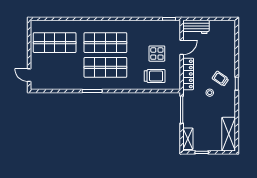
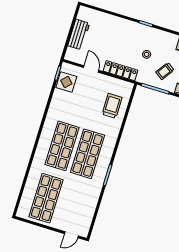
workbench: (196, 27) -> (79, 35), moved
display table: (157, 54) -> (66, 82), moved
trolley: (220, 79) -> (165, 71), moved

